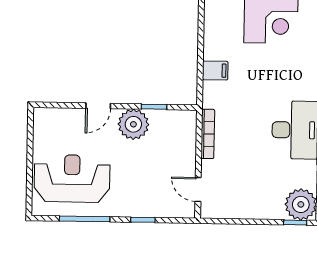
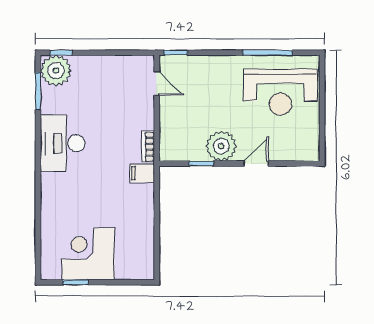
filing cabinet: (215, 70) -> (142, 173), moved
bookcase: (208, 134) -> (148, 147), width x0.64
window: (143, 220) -> (176, 53), moved

